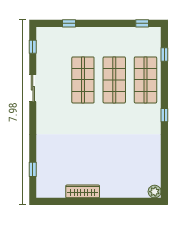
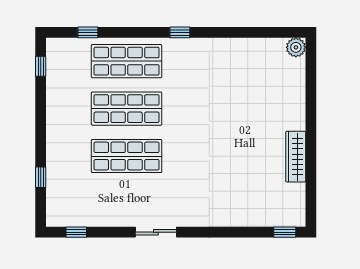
sliding door: (33, 88) -> (156, 232), moved
window: (33, 169) -> (285, 232), moved

